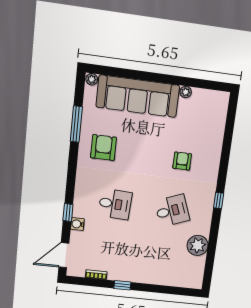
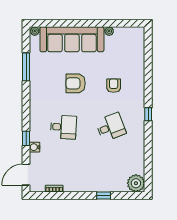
armchair: (104, 148) -> (76, 83), moved, turned -90
plant: (198, 245) -> (136, 183), moved
window: (122, 285) -> (104, 195), moved

